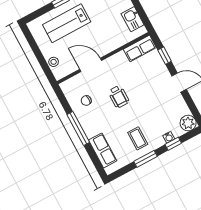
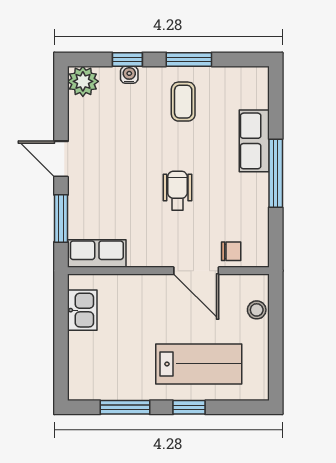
window: (165, 56) -> (61, 218), width x1.50
chair: (86, 101) -> (231, 251), moved
row of seats: (103, 150) -> (254, 141), moved

